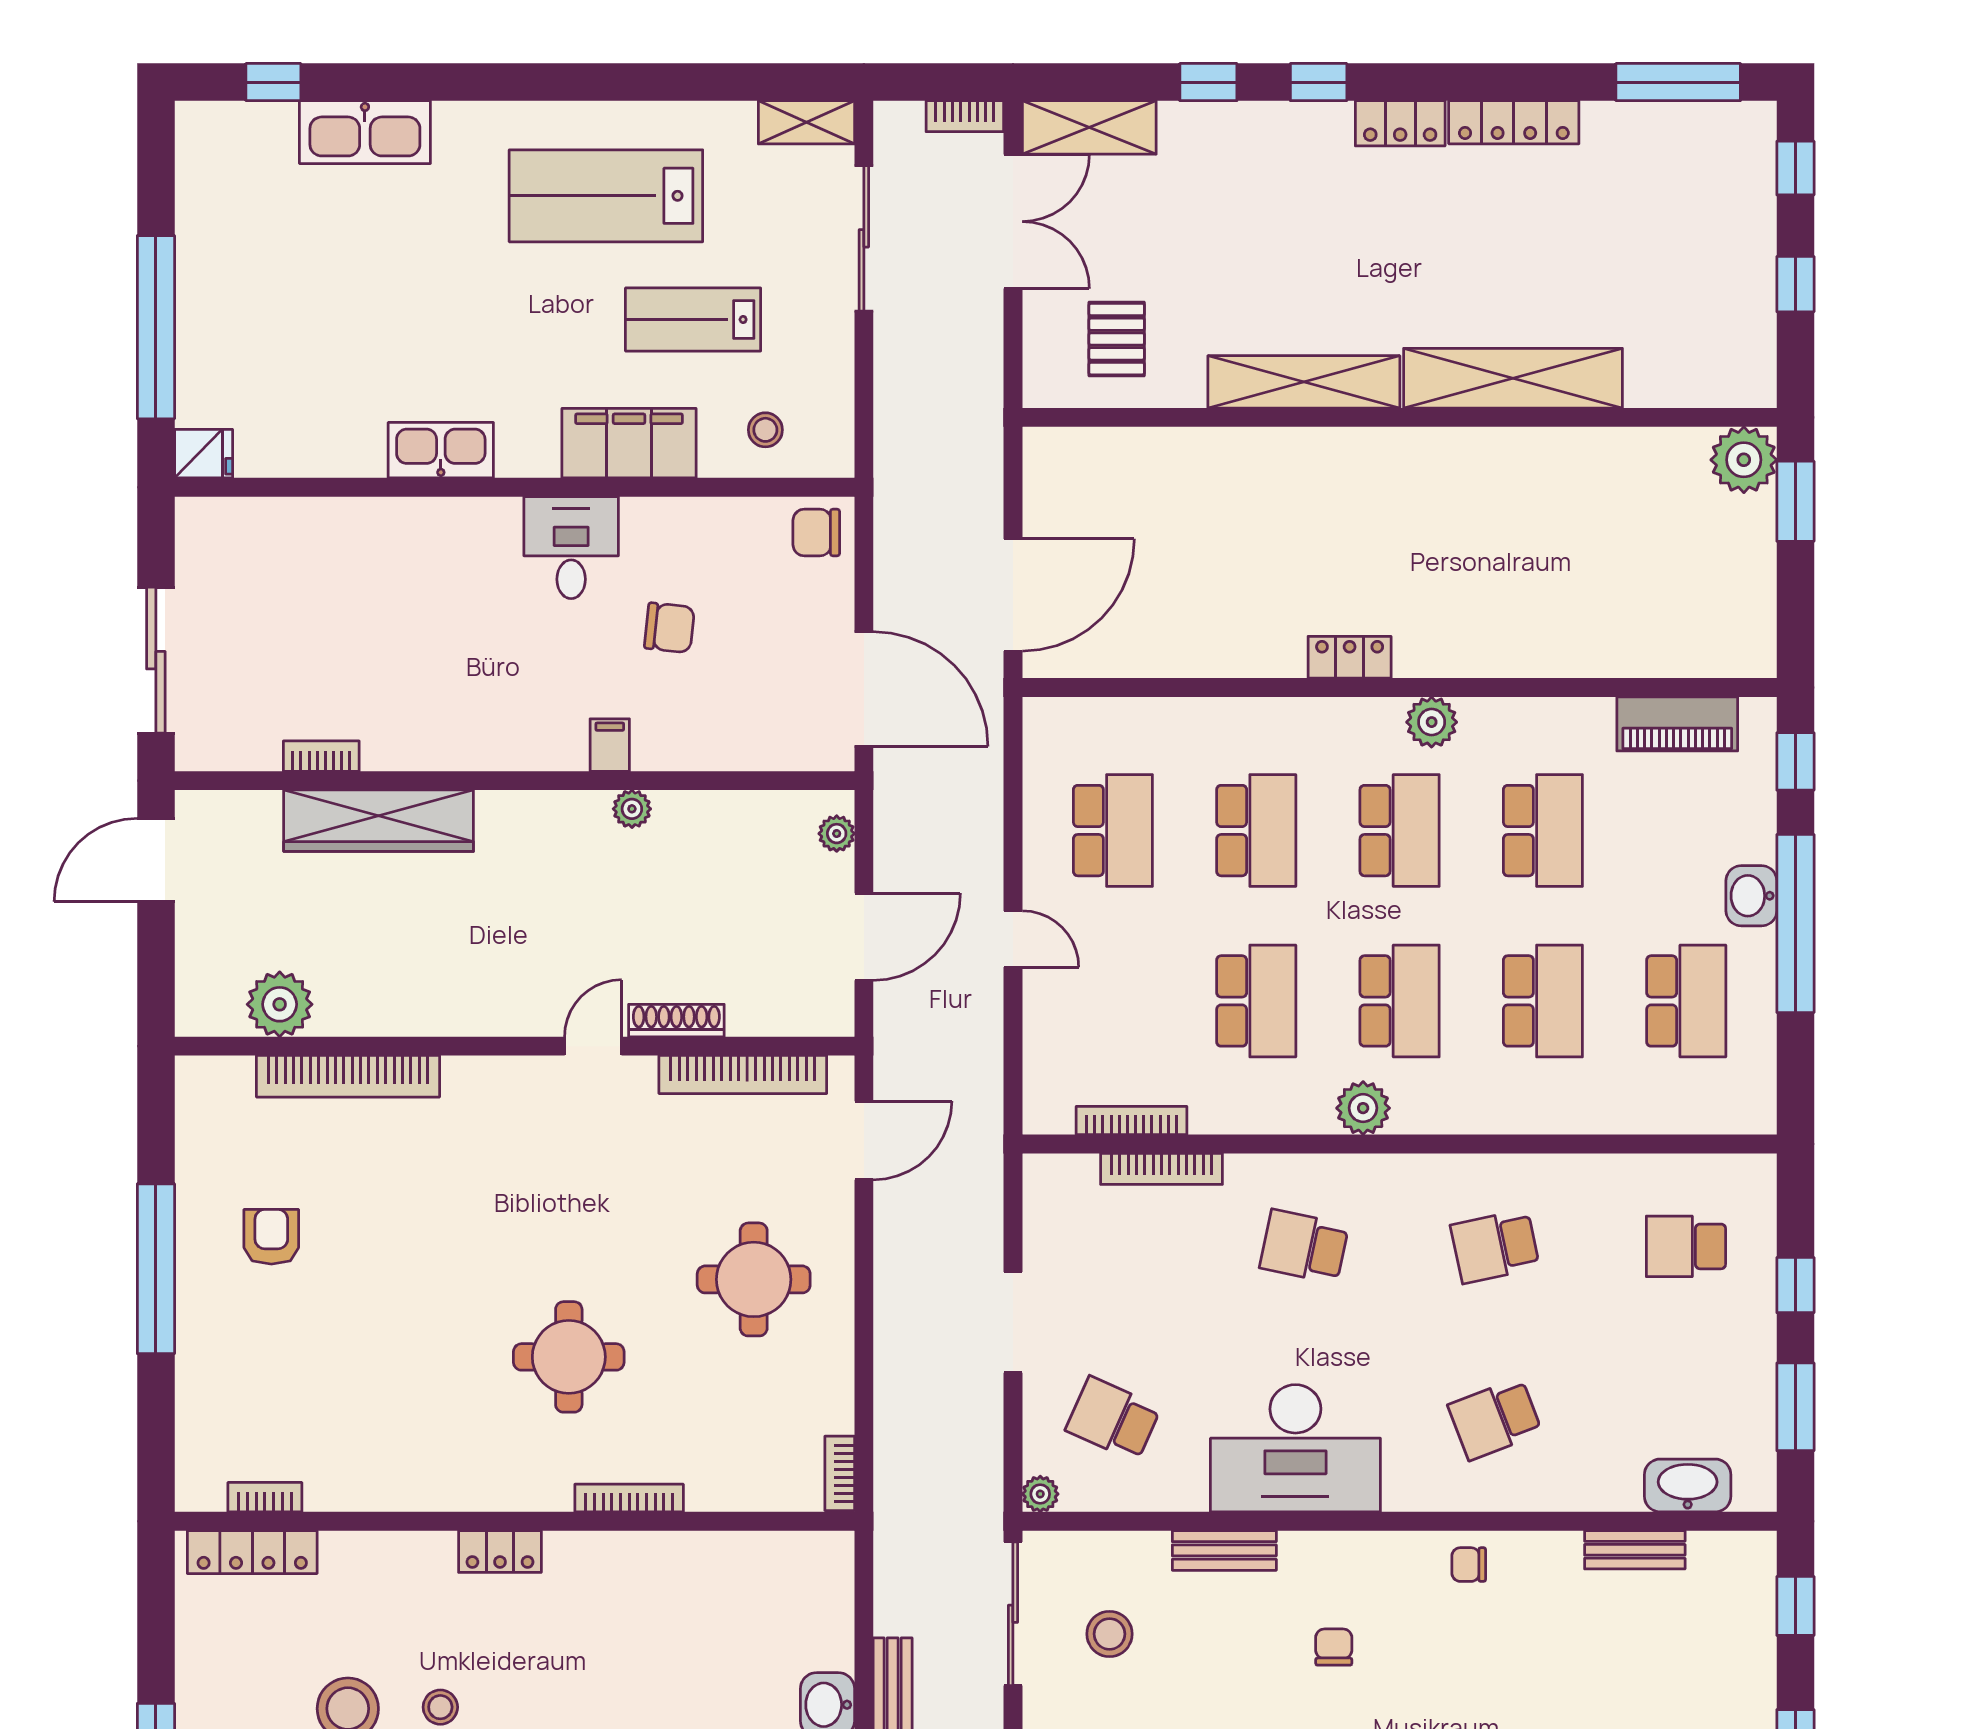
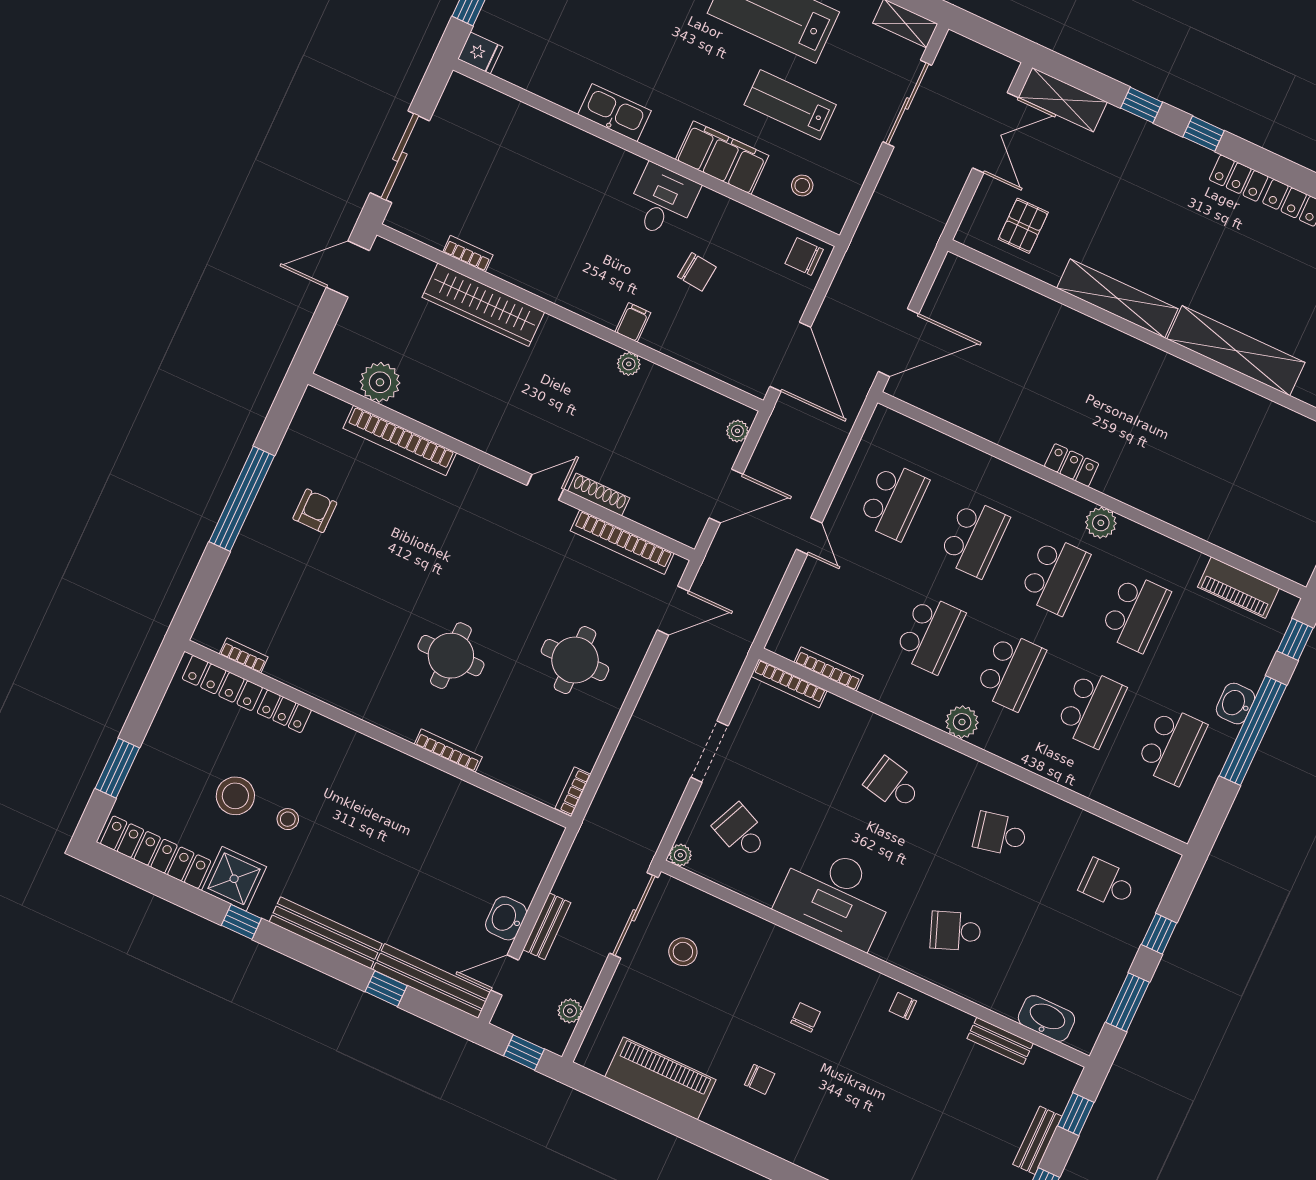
bookcase: (965, 116) -> (996, 61), removed
bookcase: (1162, 1169) -> (789, 683), moved
bench: (1224, 1550) -> (1037, 1140), moved, turned 90
locker: (500, 1551) -> (284, 711), moved

